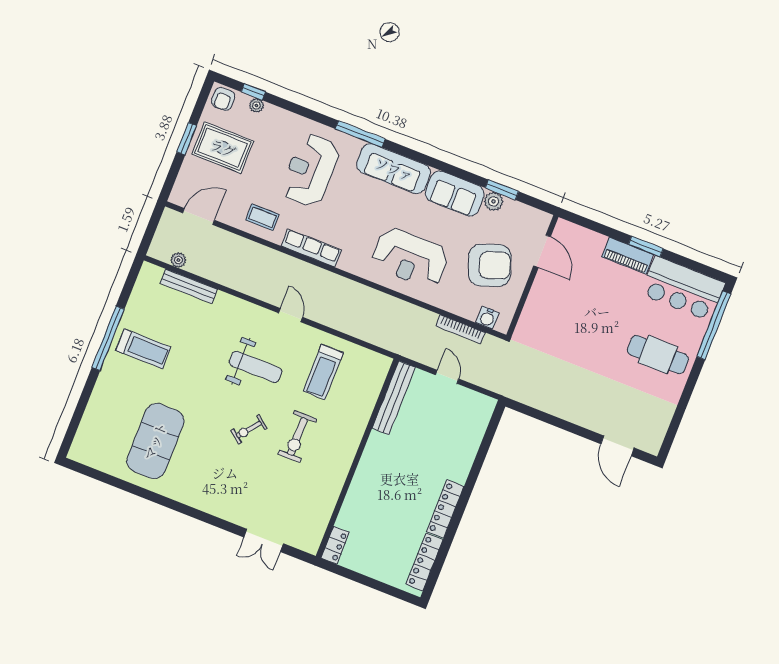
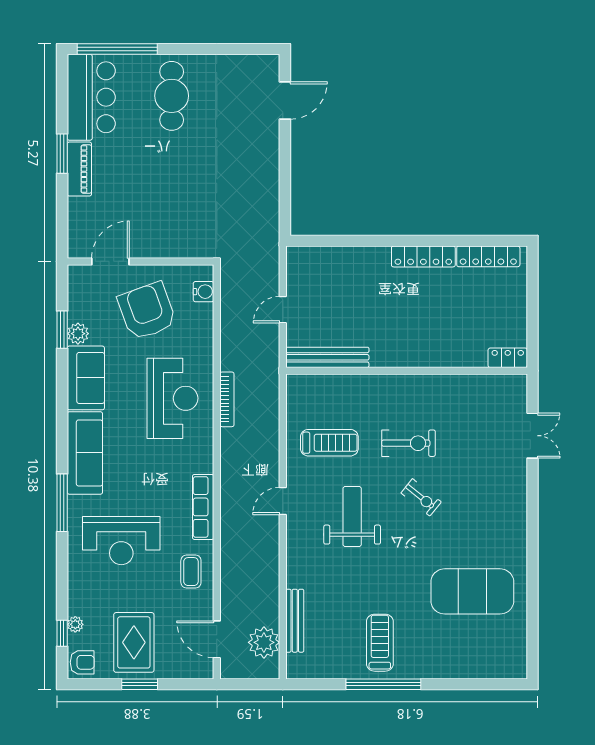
plant: (178, 260) -> (264, 642), width x1.87, depth x1.87
bookcase: (460, 329) -> (227, 399), moved

